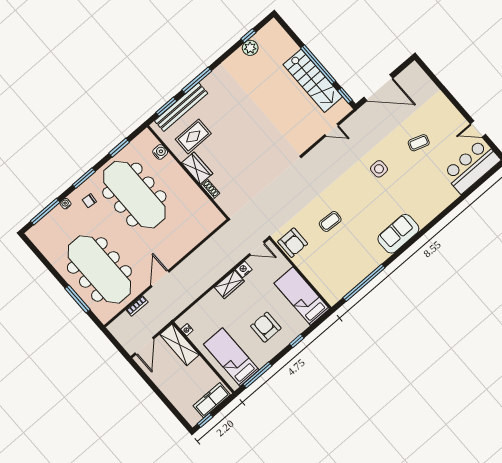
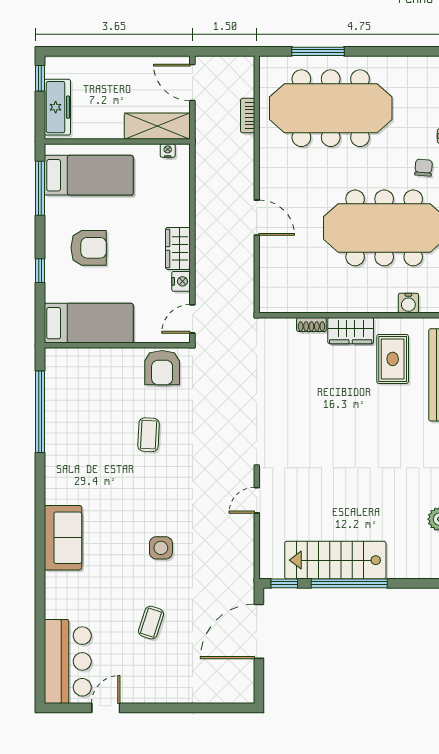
door: (331, 130) -> (257, 500), moved
sofa: (398, 234) -> (63, 538), moved
armchair: (293, 243) -> (162, 368), turned -90
door: (160, 279) -> (257, 218), moved

